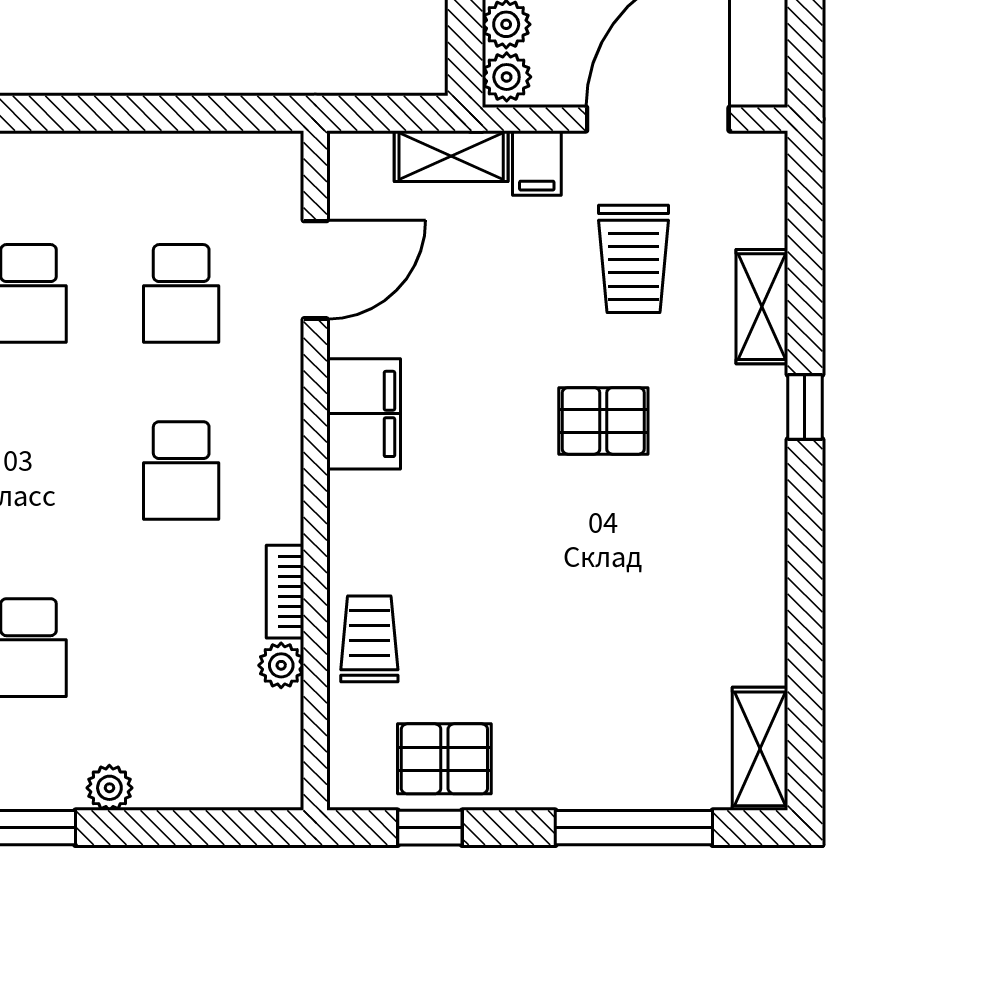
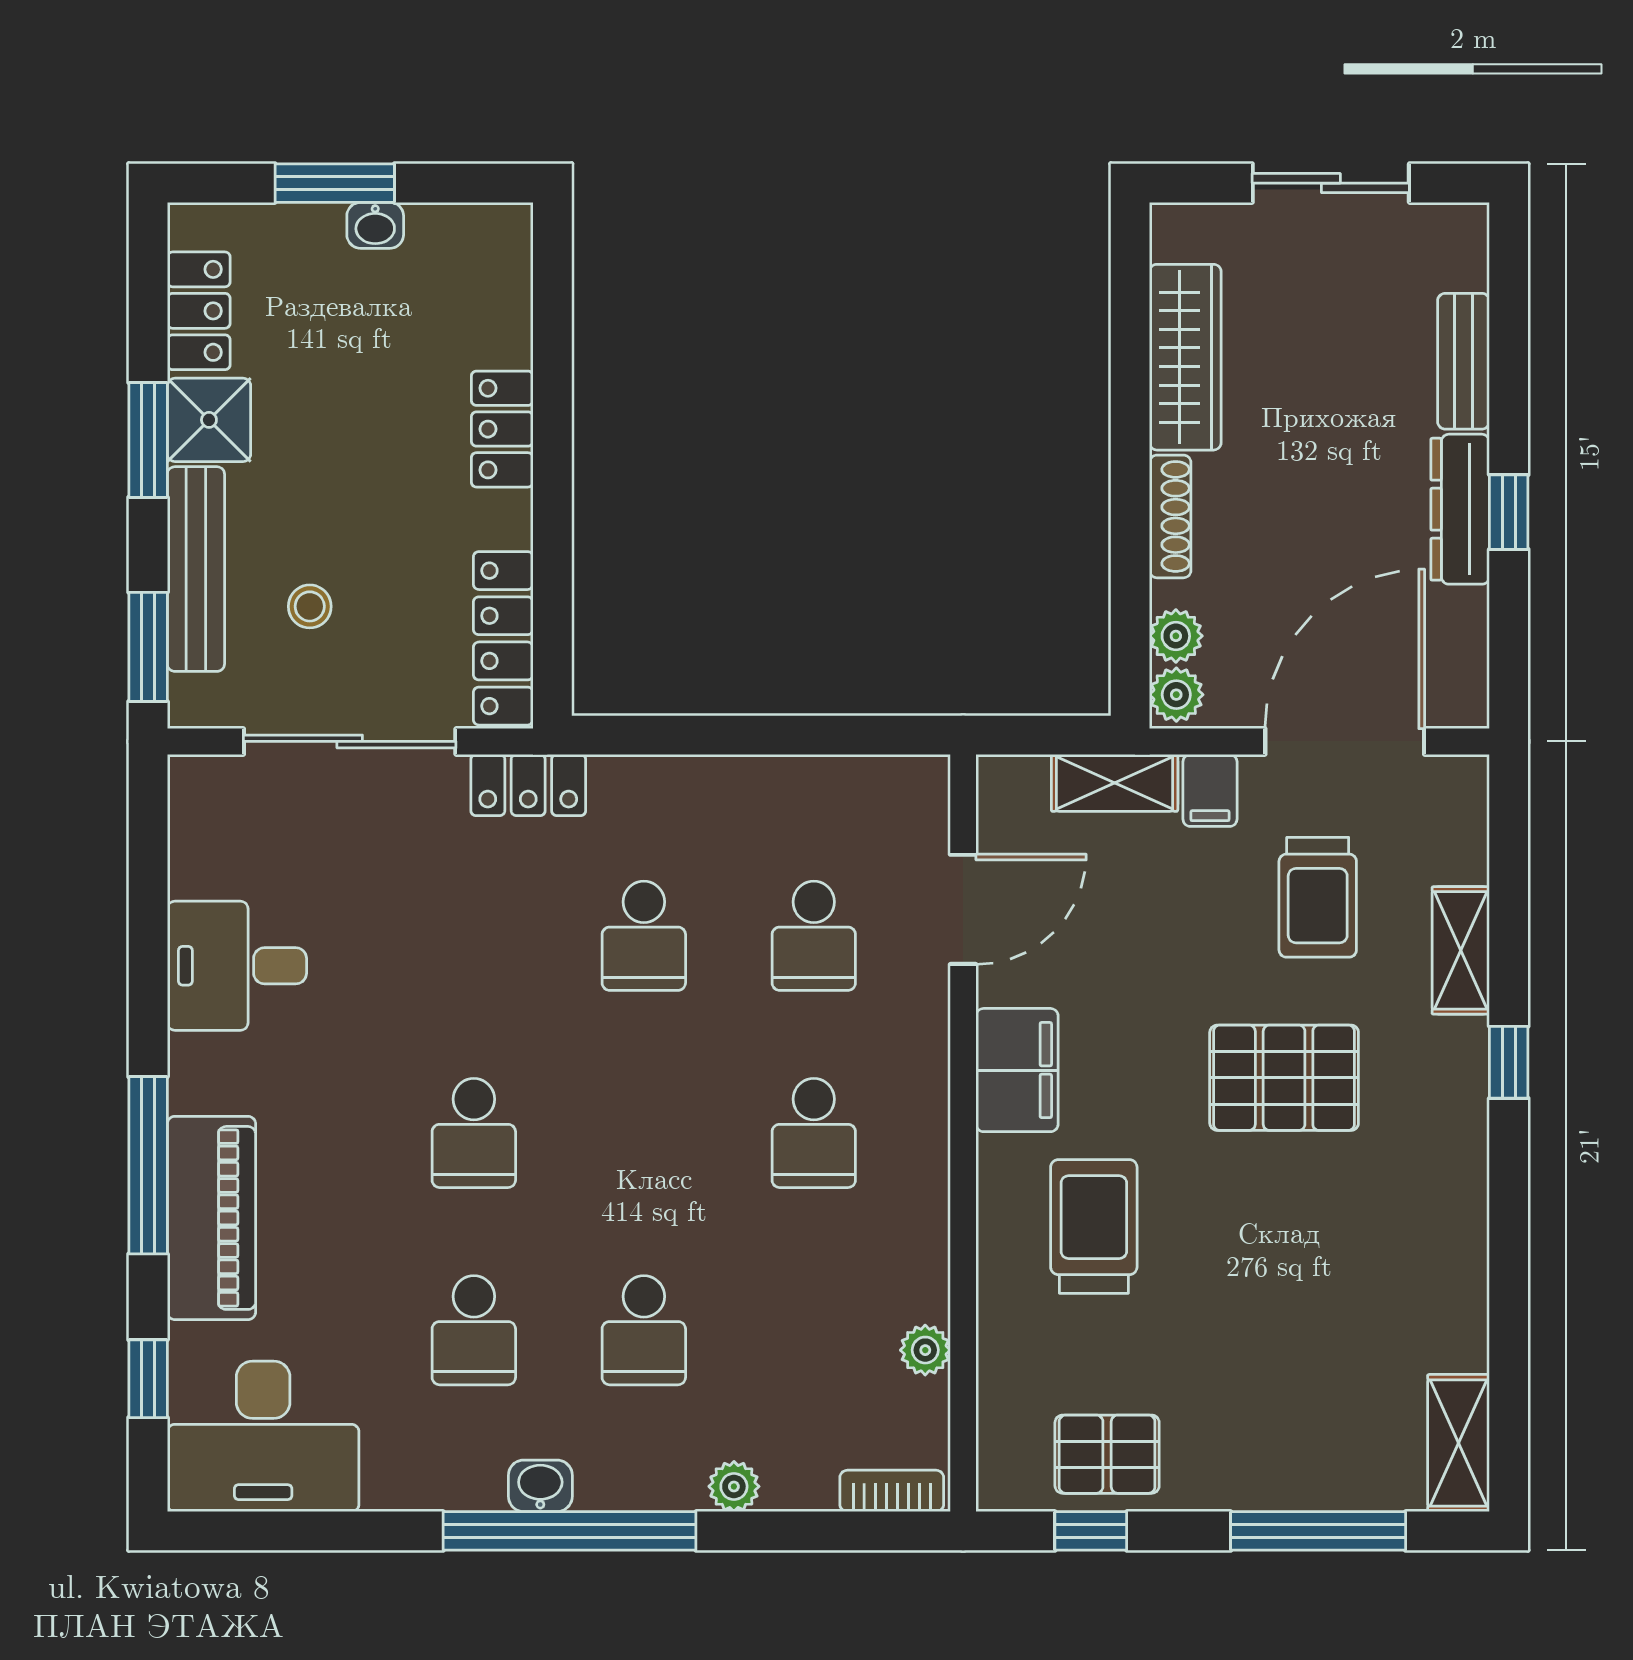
pallet: (603, 421) -> (1284, 1078), width x1.50, depth x1.42
bookcase: (285, 592) -> (892, 1491), moved, turned 90
trolley: (369, 639) -> (1094, 1226), moved, width x1.36, depth x1.39

